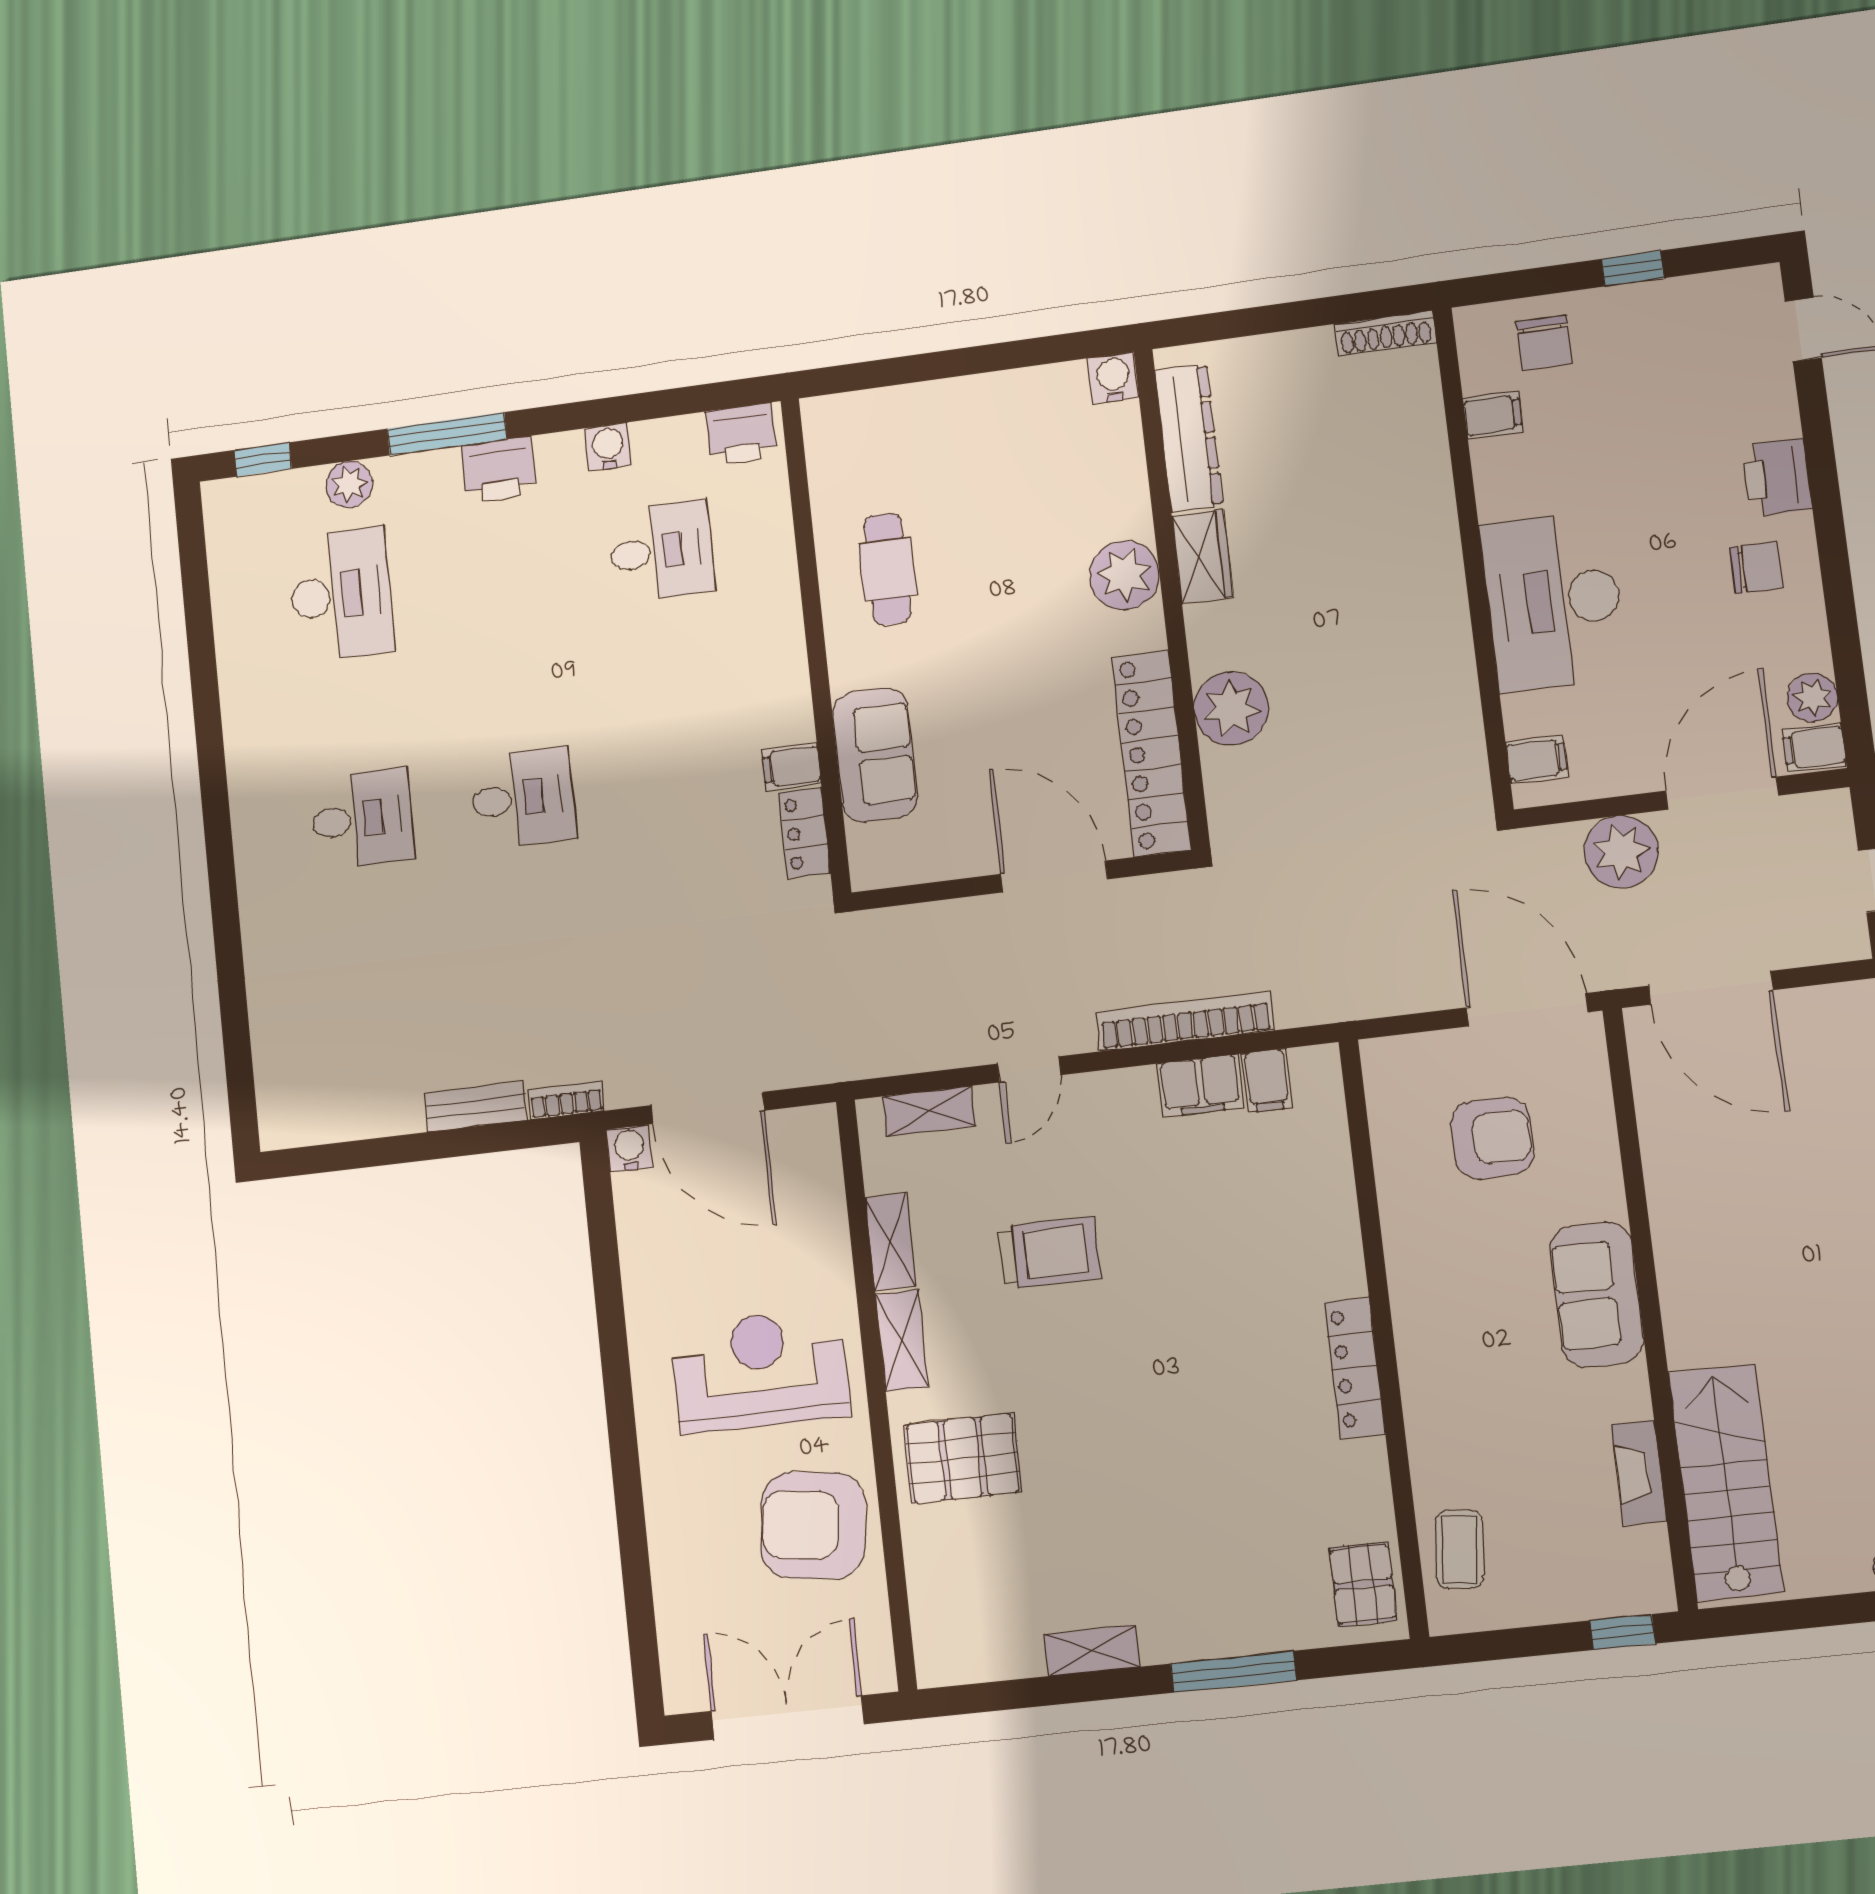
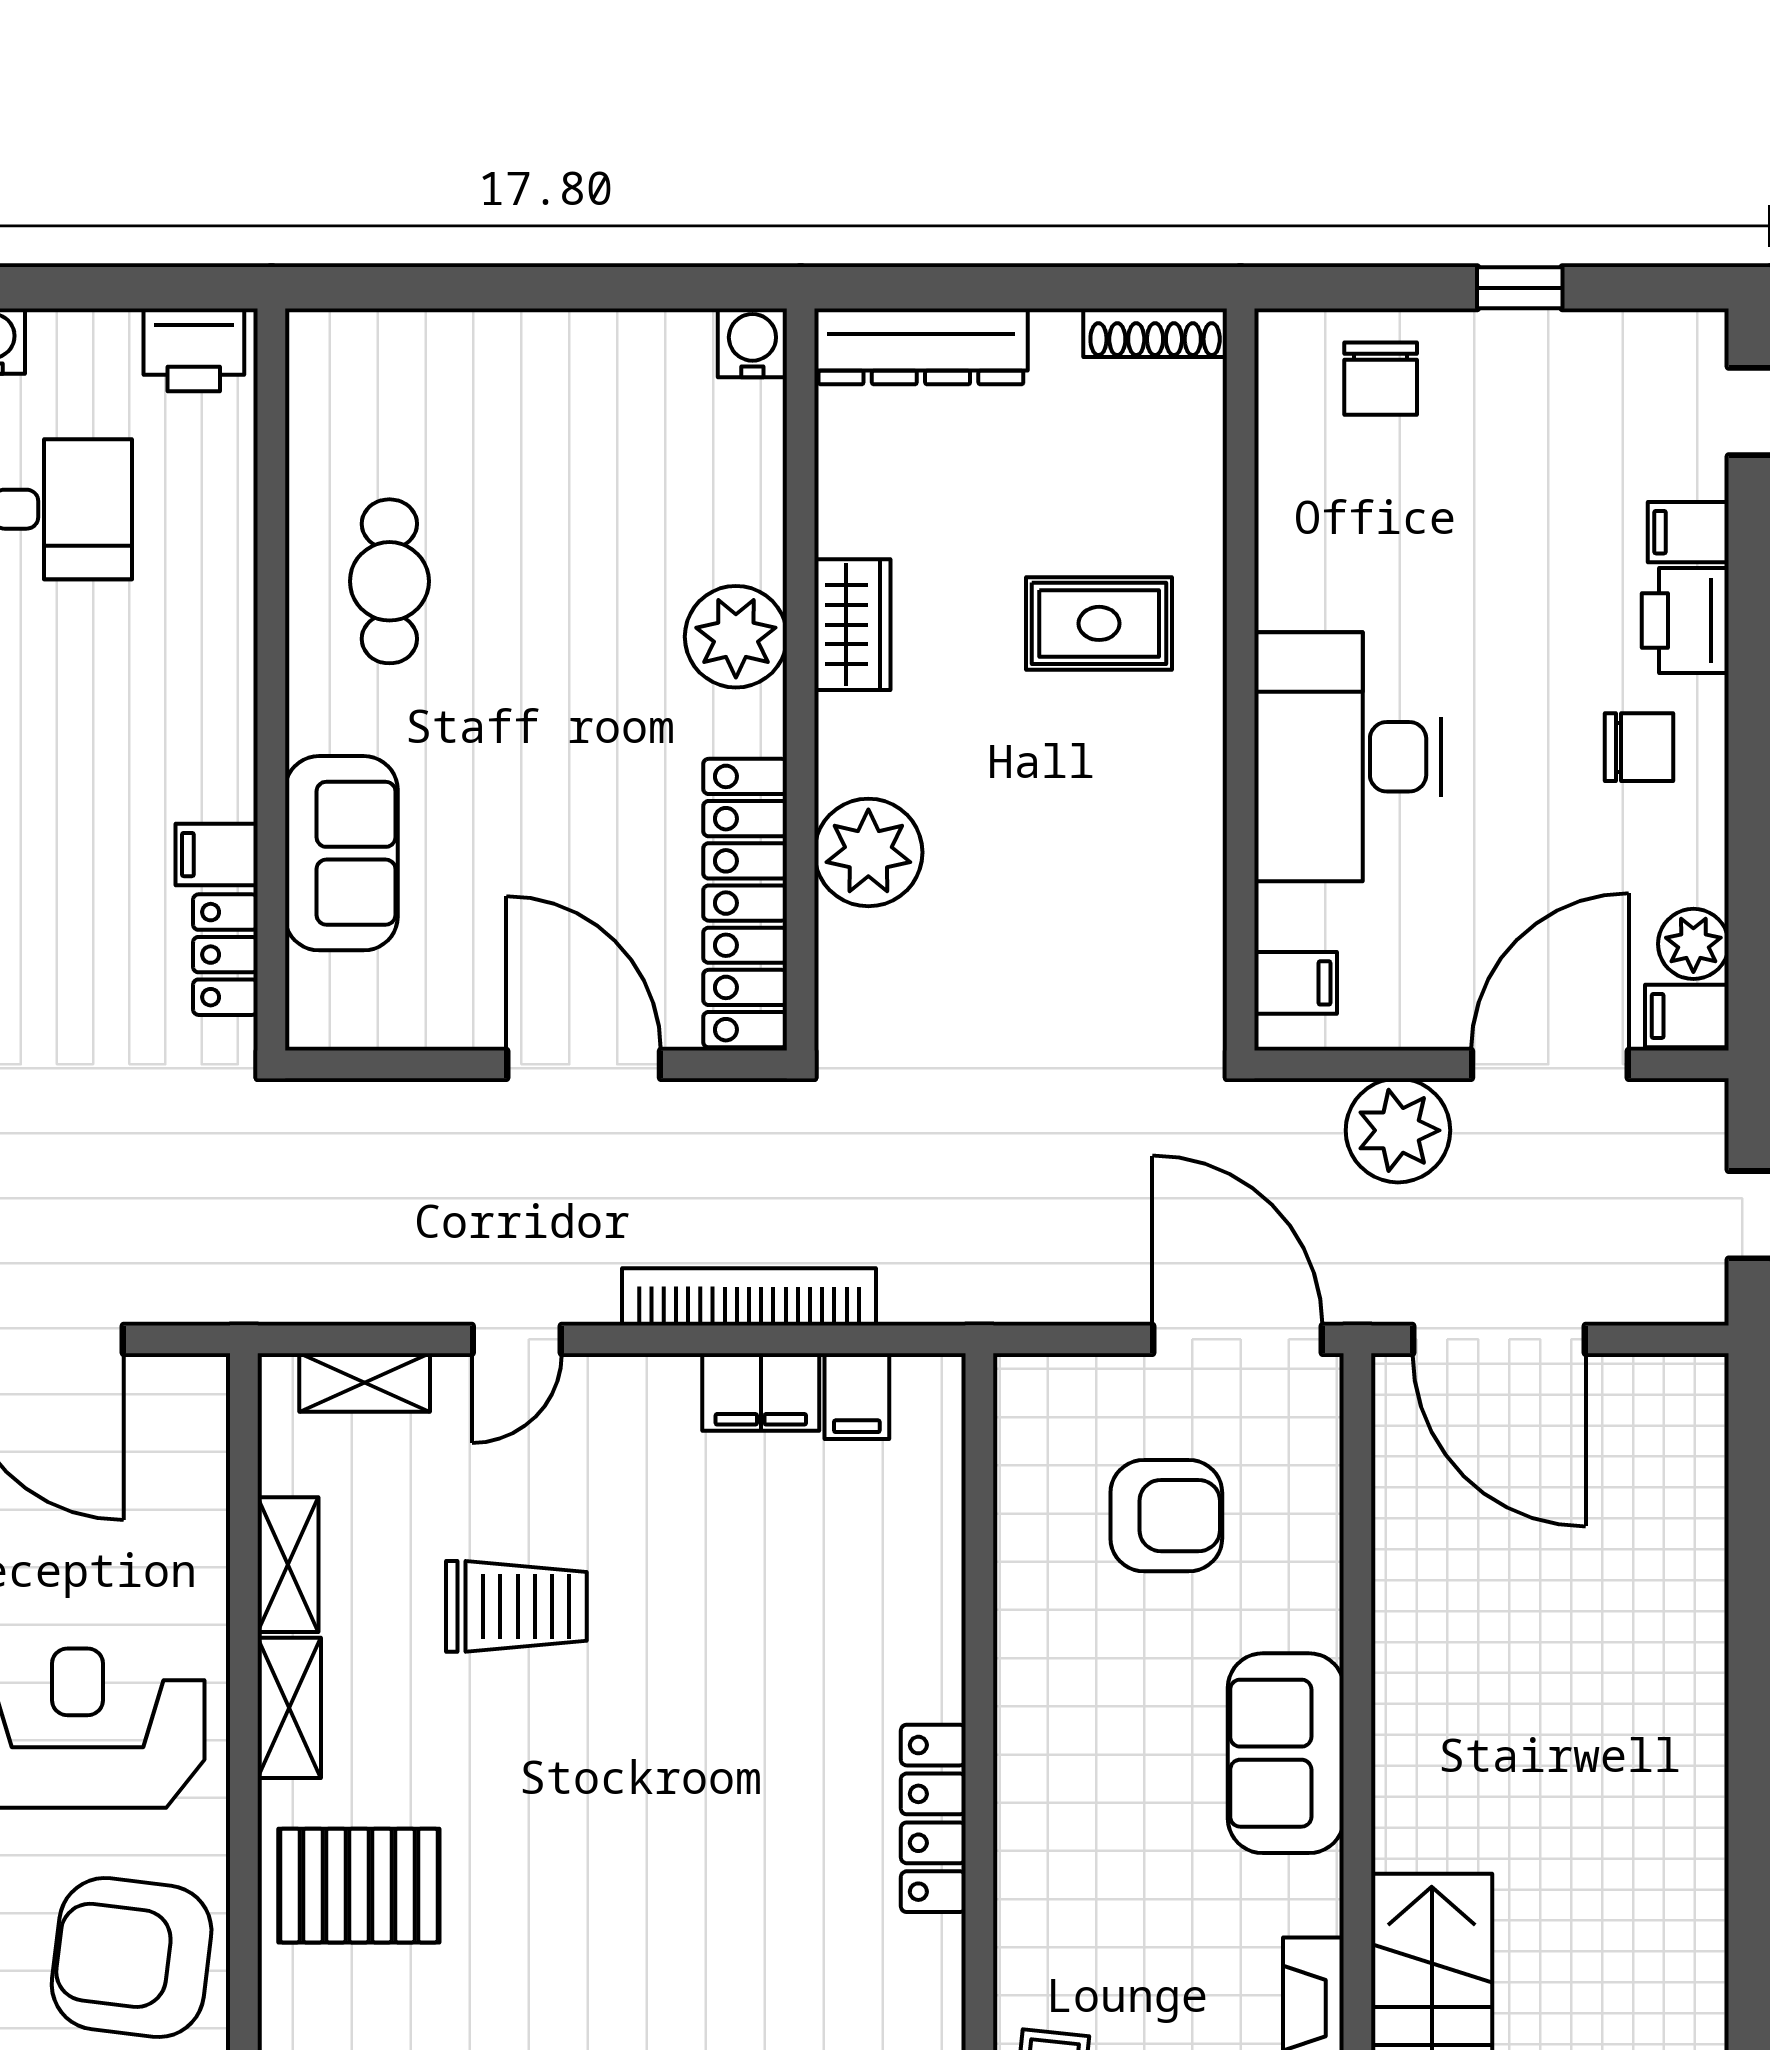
filing cabinet: (1493, 415) -> (1688, 532), moved, turned 180
dresser: (1189, 438) -> (921, 346), moved, turned 90
rug: (1371, 533) -> (1099, 623), added

